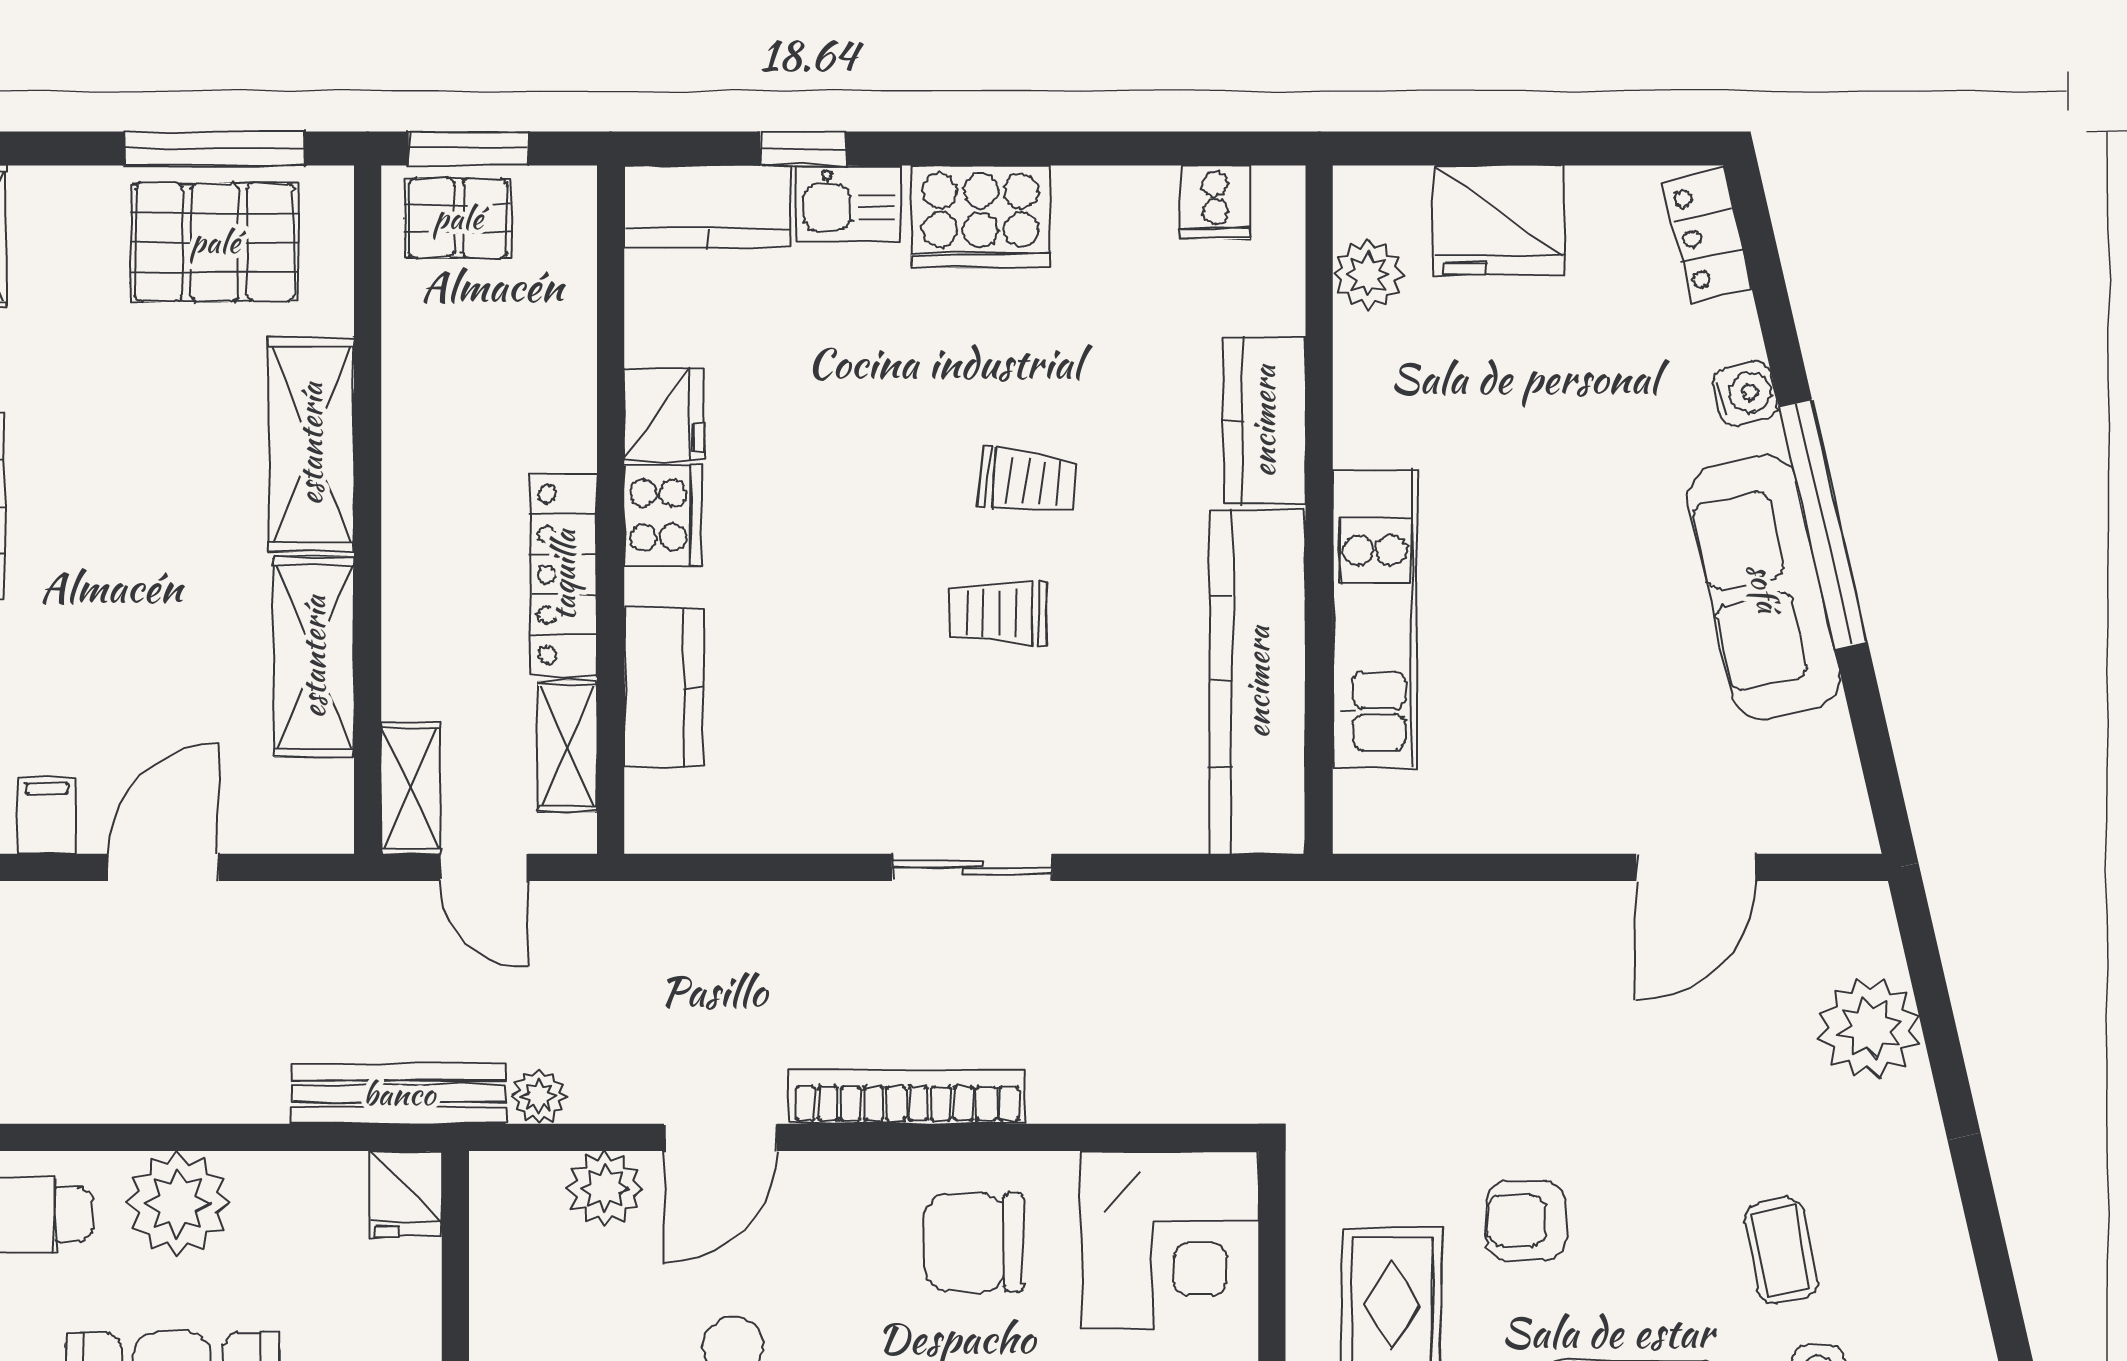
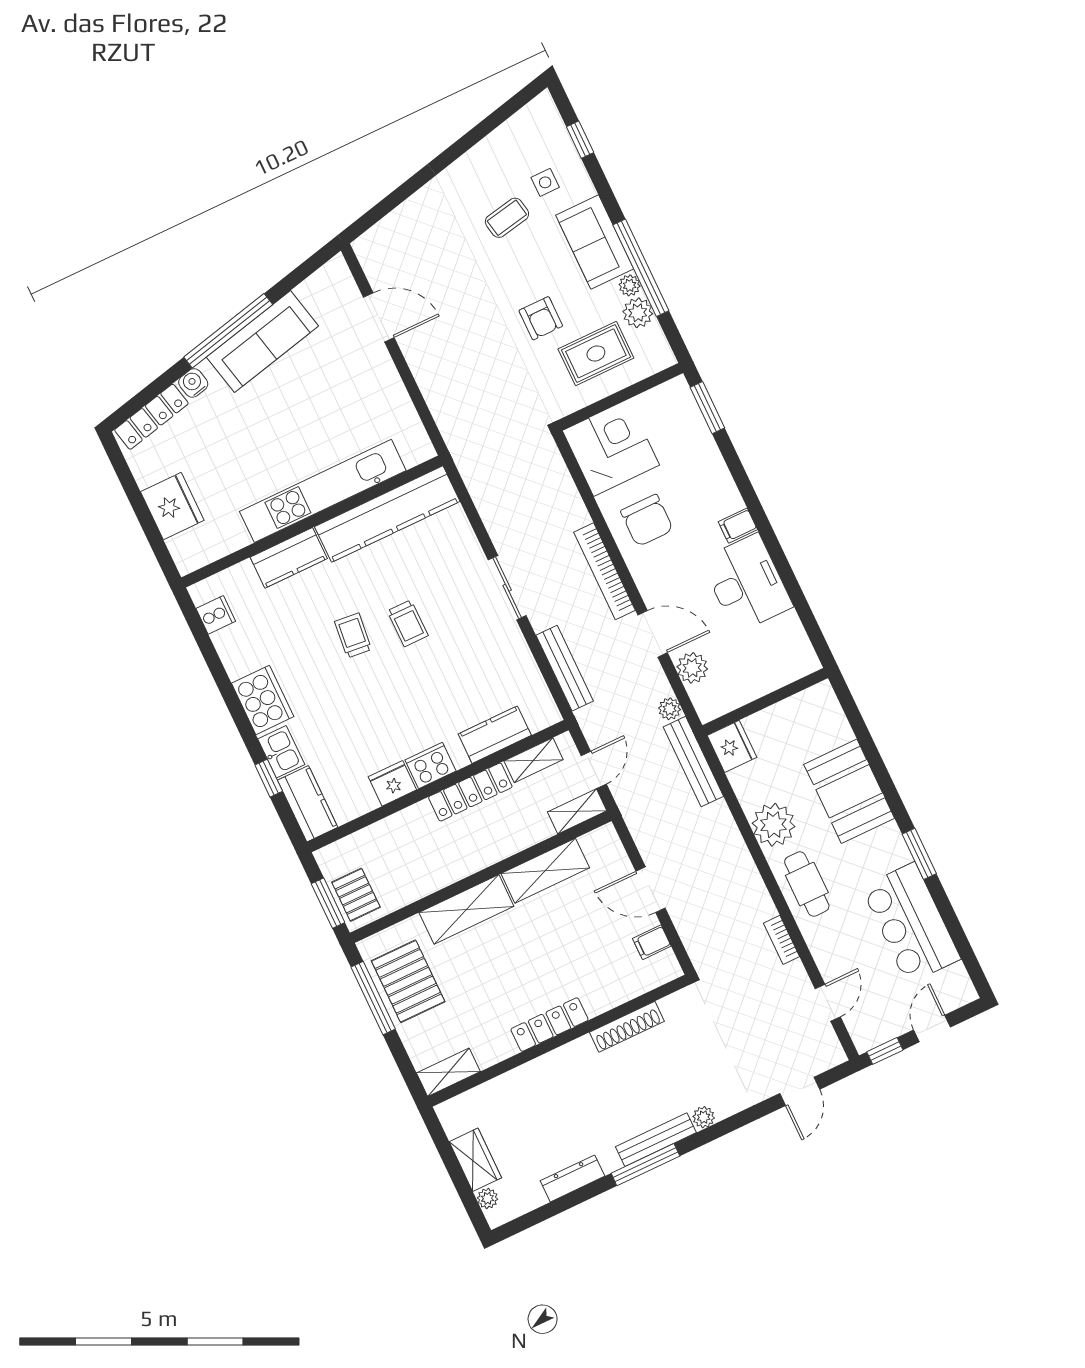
locker: (1707, 235) -> (151, 417), width x1.53
plant: (1368, 275) -> (216, 545), removed
kitchen unit: (1375, 619) -> (323, 491), width x1.36
bench: (737, 909) -> (565, 668), added
plant: (1869, 1028) -> (408, 224), removed
fridge: (406, 1194) -> (732, 746), width x1.38

